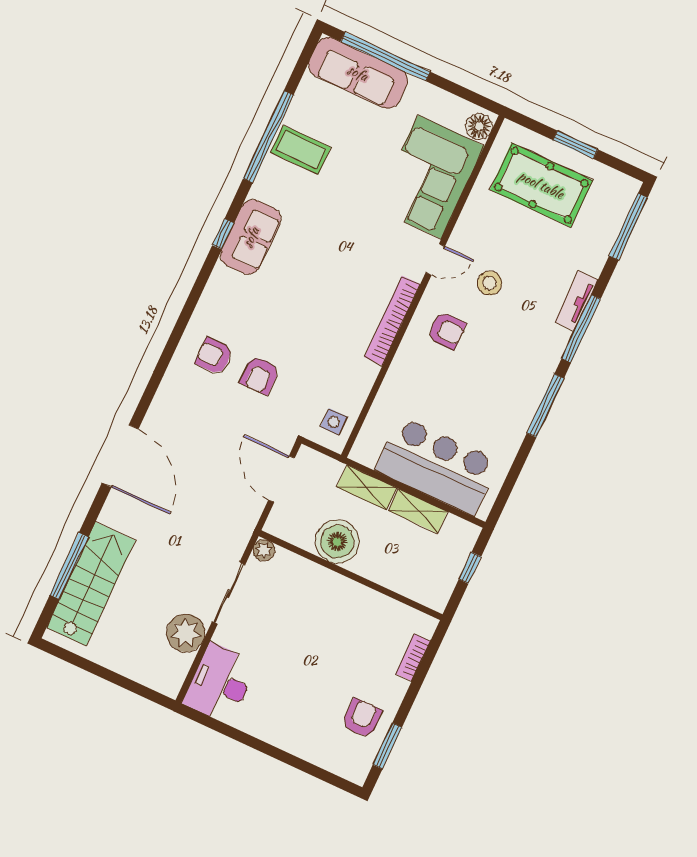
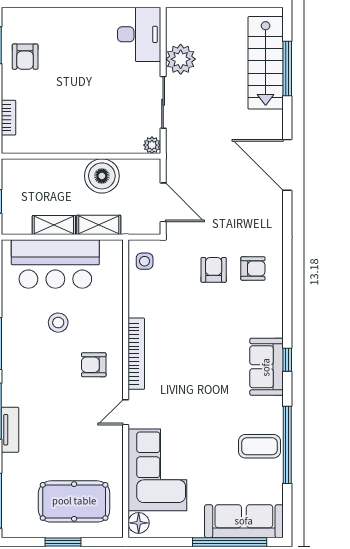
stool: (489, 283) -> (58, 323), moved

